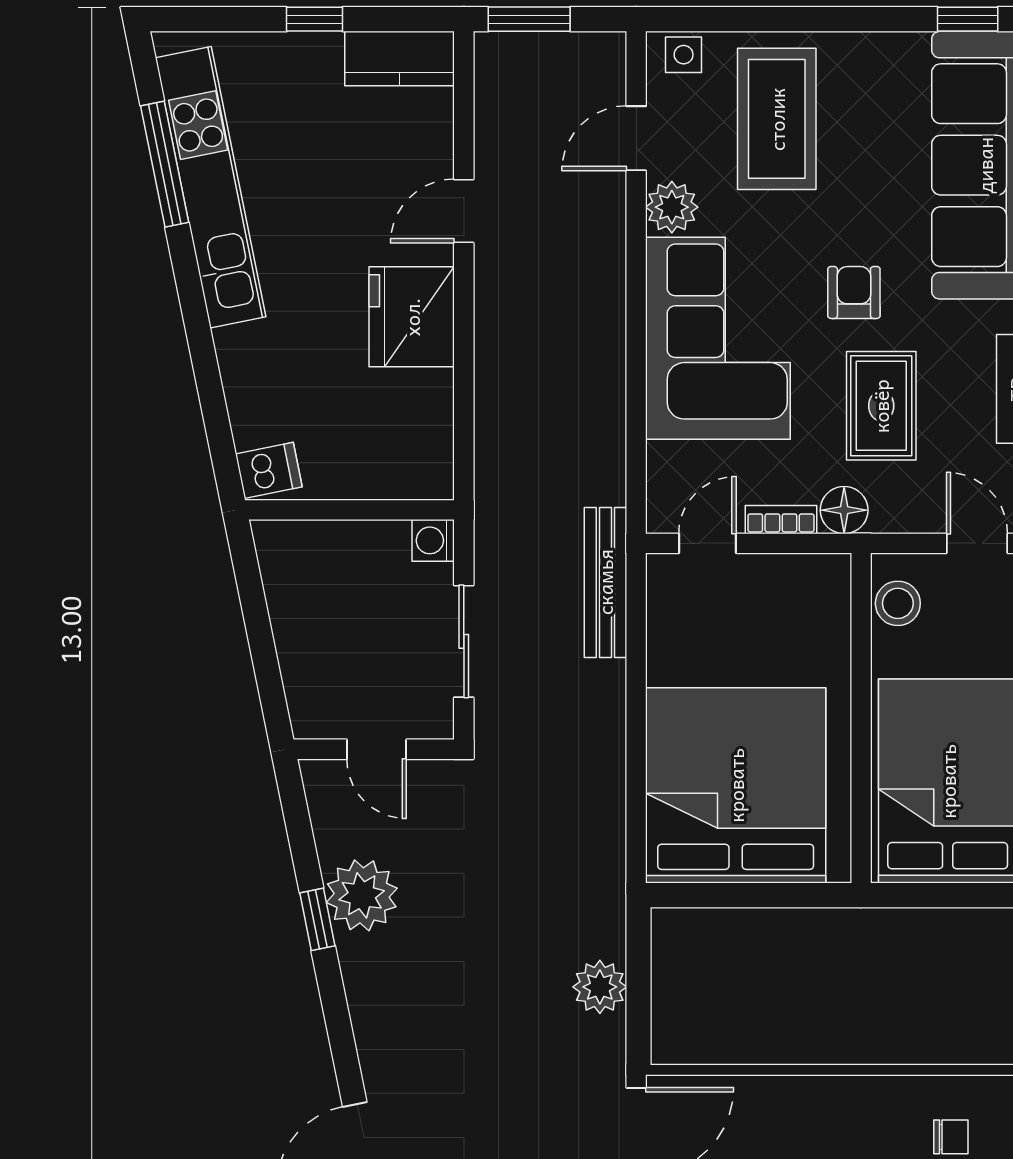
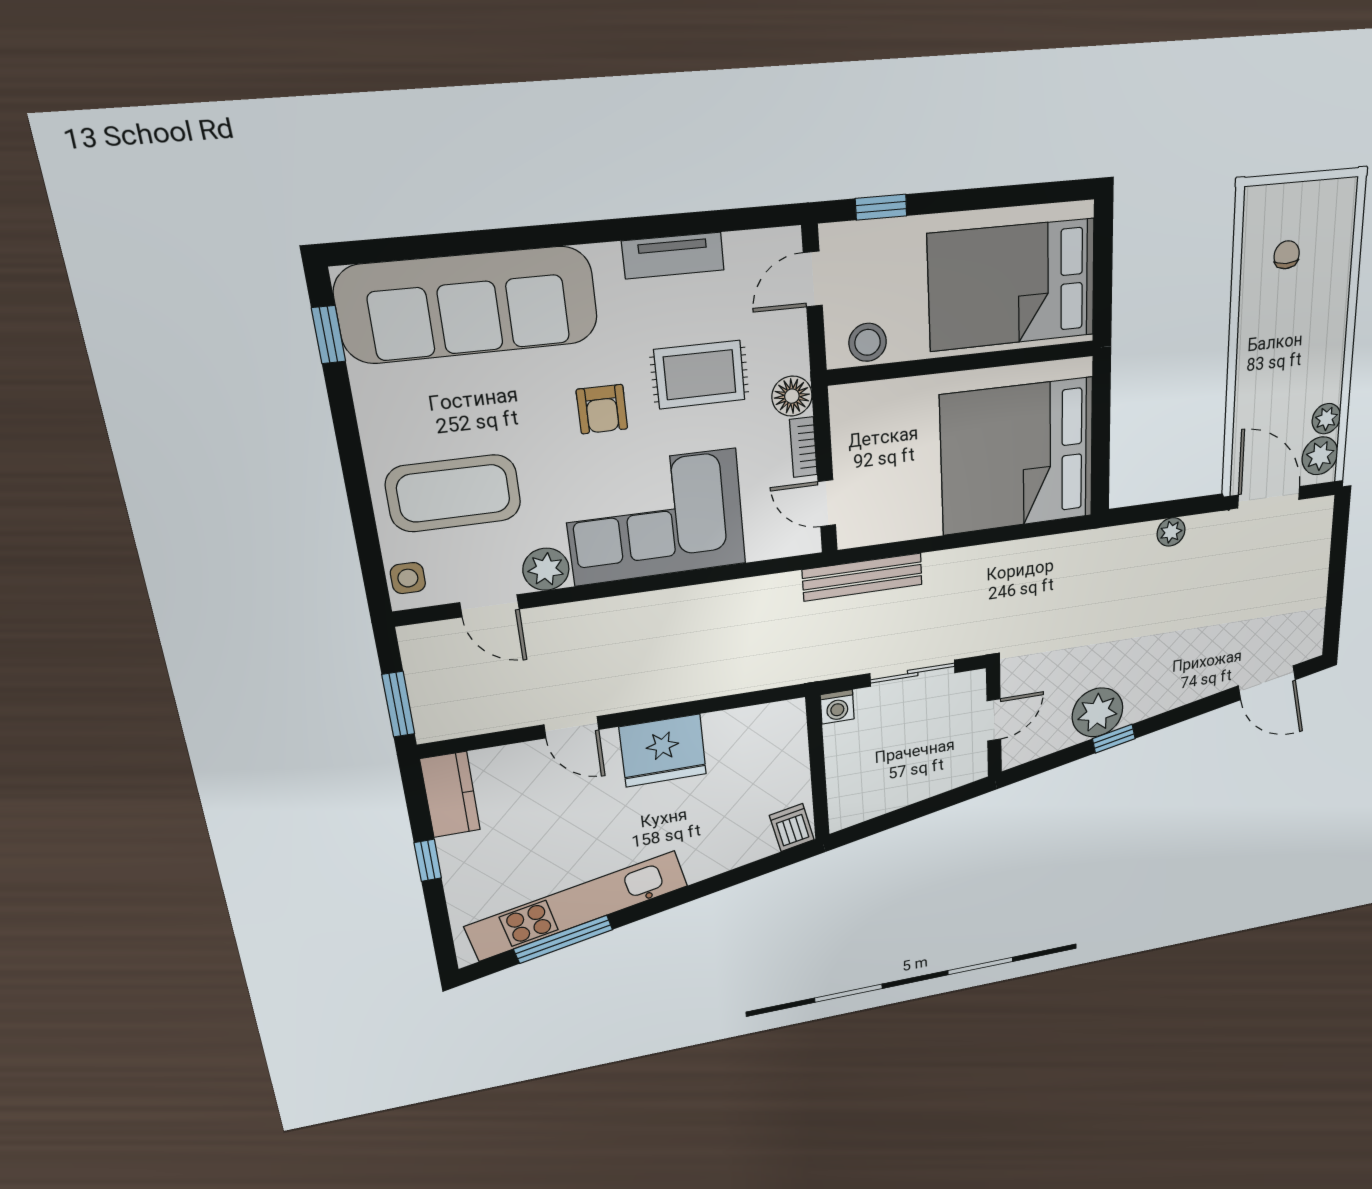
armchair: (854, 292) -> (602, 409), turned -90
plant: (600, 987) -> (1171, 532), width x0.73, depth x0.73

